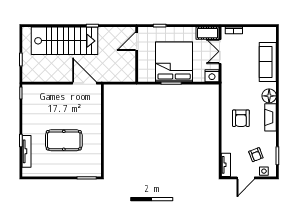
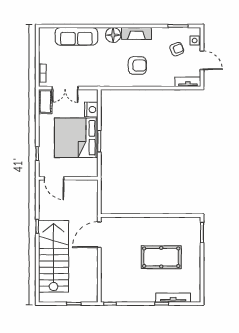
nightstand: (212, 76) -> (91, 110), moved
pool table: (64, 140) -> (161, 257), turned 90

